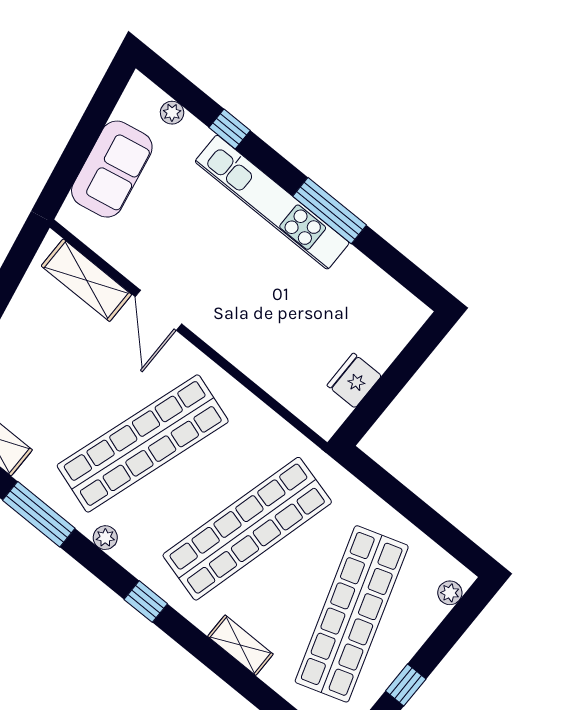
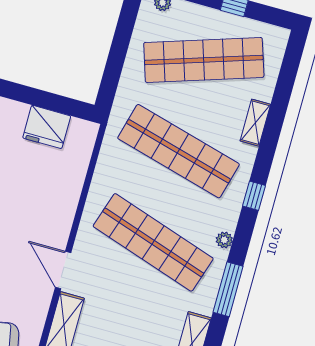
door: (158, 310) -> (63, 270), swing flipped
fridge: (354, 380) -> (47, 127), width x1.36, depth x1.34

